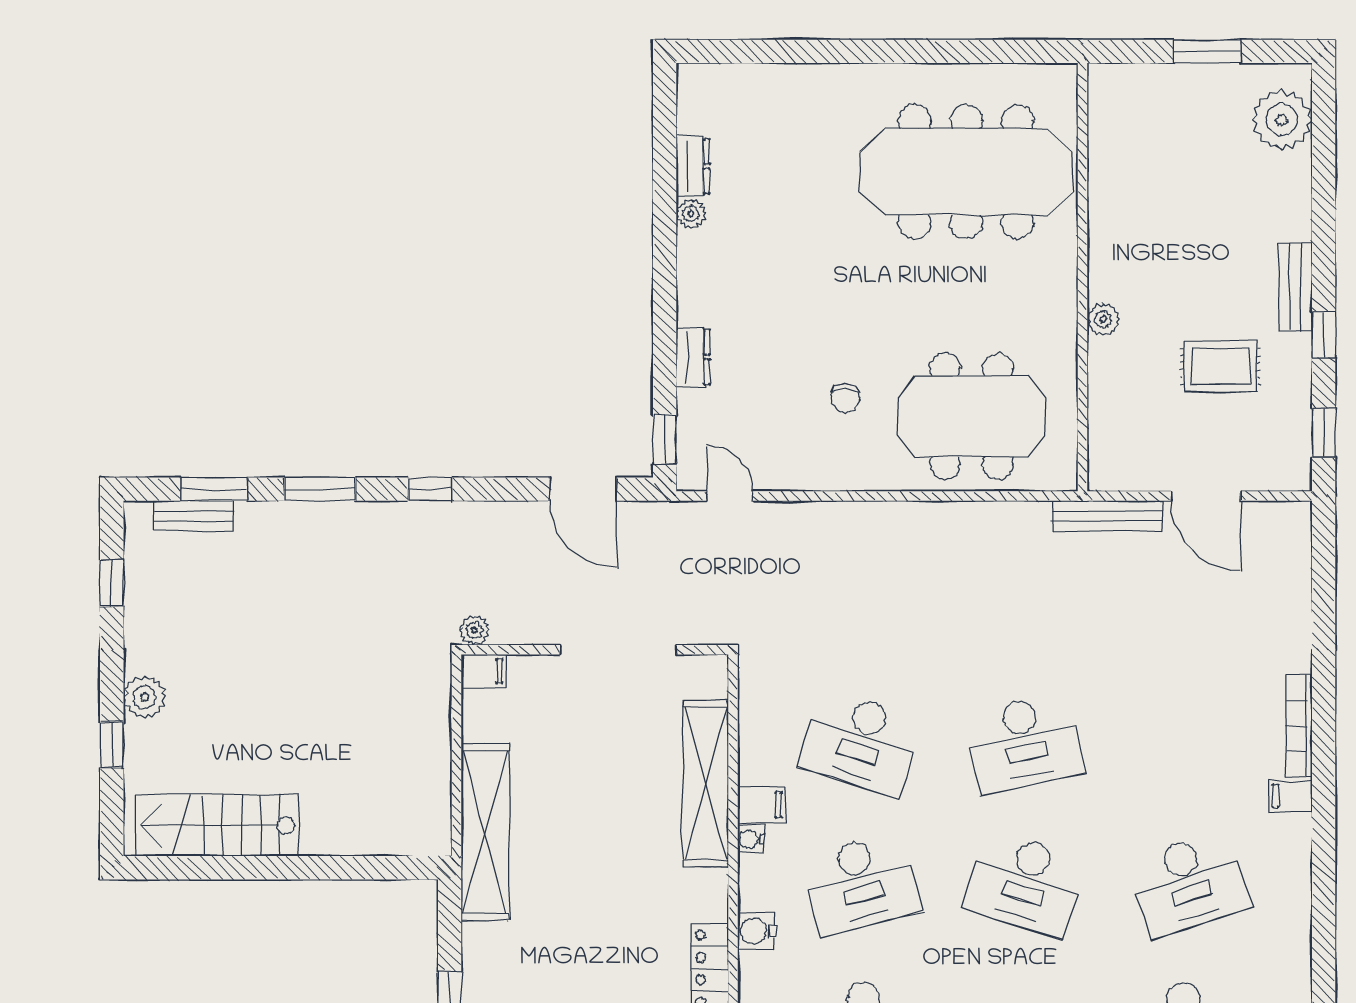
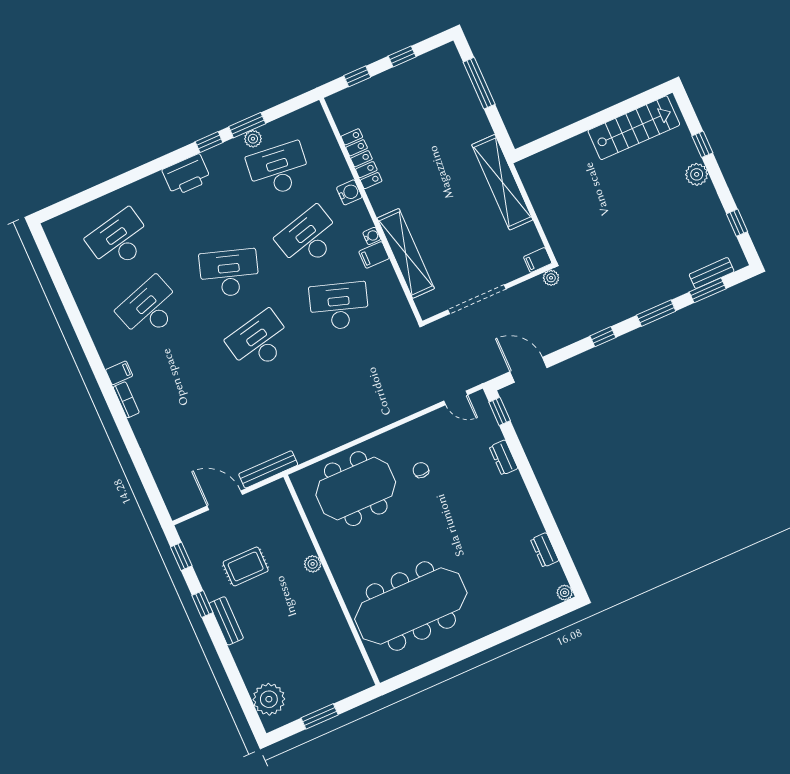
plant: (691, 214) -> (565, 593), moved
bookcase: (1299, 726) -> (126, 400), width x0.64

